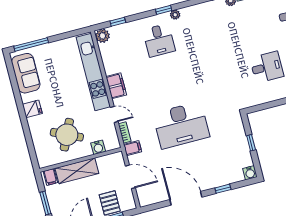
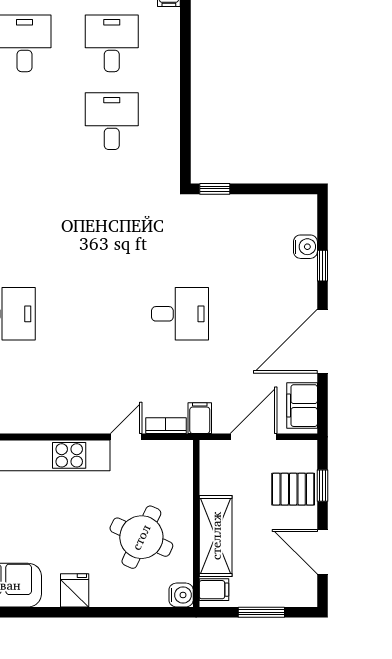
filing cabinet: (116, 86) -> (302, 406), moved, turned -90
desk: (181, 125) -> (180, 314), width x0.53, depth x0.77
window: (251, 143) -> (215, 189), moved
water cooler: (98, 147) -> (181, 595), moved
water cooler: (250, 173) -> (305, 247), moved

